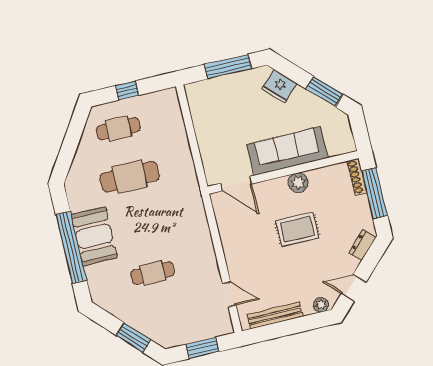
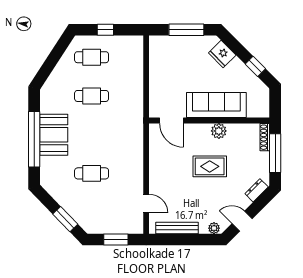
window: (324, 92) -> (255, 66), width x0.67
cafe table: (130, 177) -> (92, 96), width x0.73, depth x0.74

